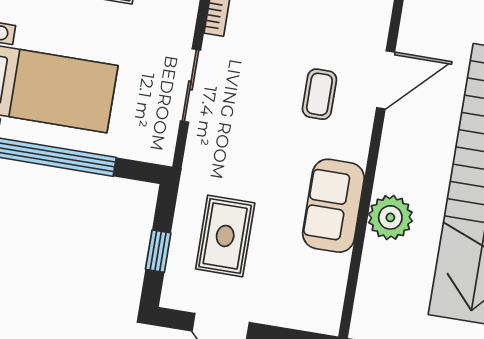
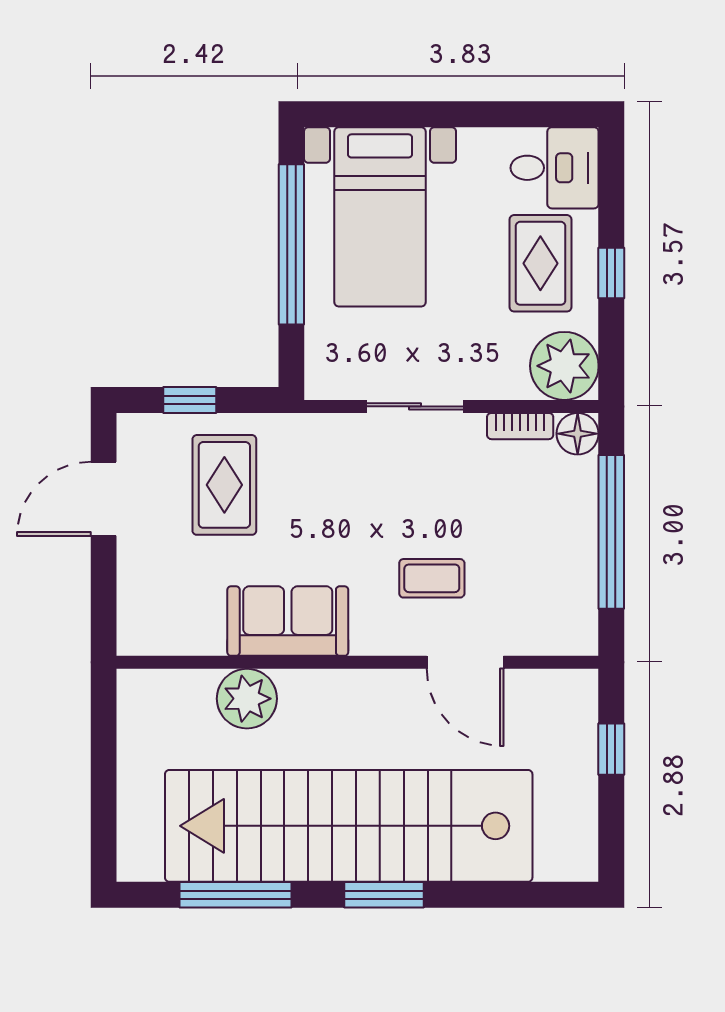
plant: (390, 217) -> (247, 699), moved
rug: (225, 236) -> (224, 485), turned 90

